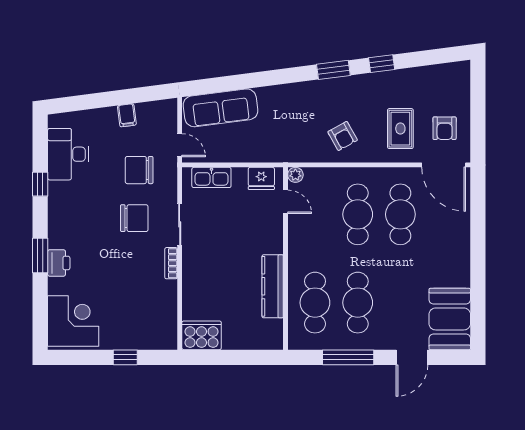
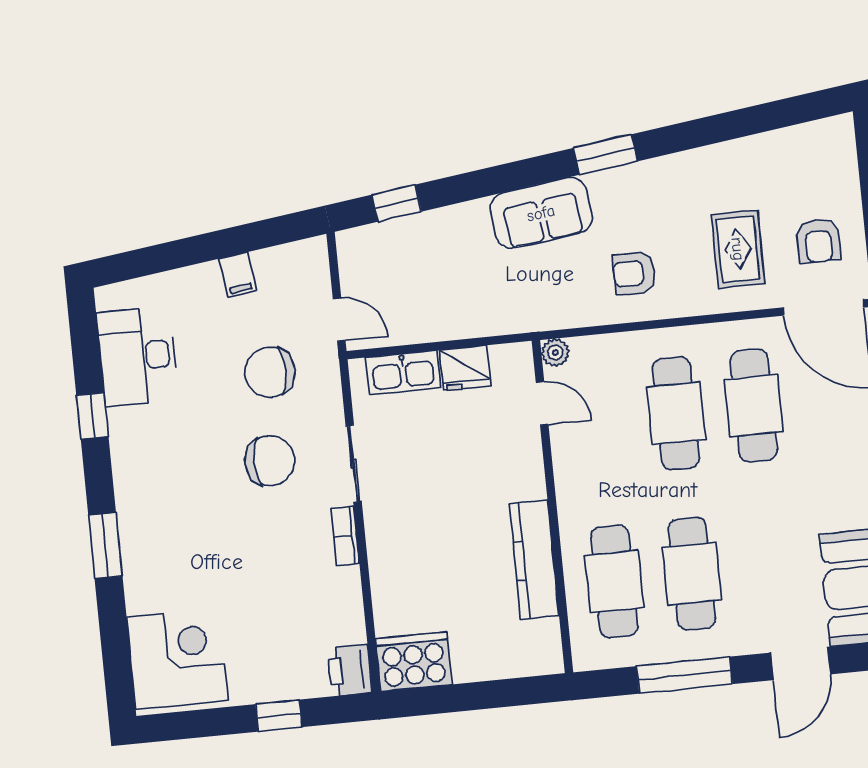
window: (382, 64) -> (397, 203), moved
sofa: (221, 108) -> (541, 213), moved, width x0.73
armchair: (343, 136) -> (634, 273), turned 119
fridge: (261, 178) -> (465, 368), moved
printer: (59, 263) -> (350, 670), moved, turned 180

